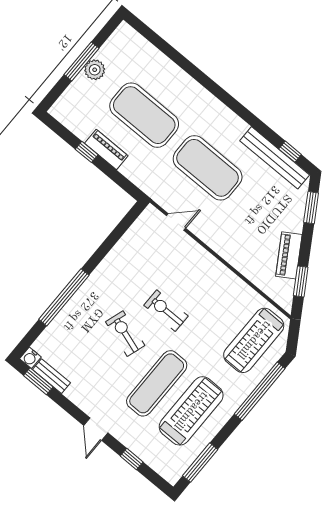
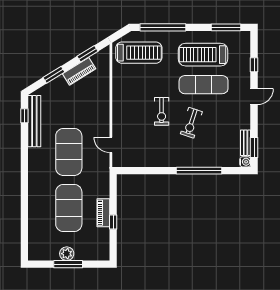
window: (311, 208) -> (54, 75), moved

